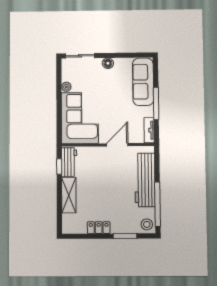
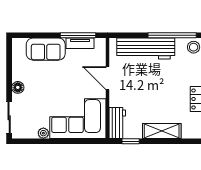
sofa: (143, 82) -> (46, 49), width x0.73
window: (156, 103) -> (78, 35), moved
tv unit: (149, 130) -> (80, 43), moved
workbench: (69, 162) -> (117, 123), moved, turned 90

